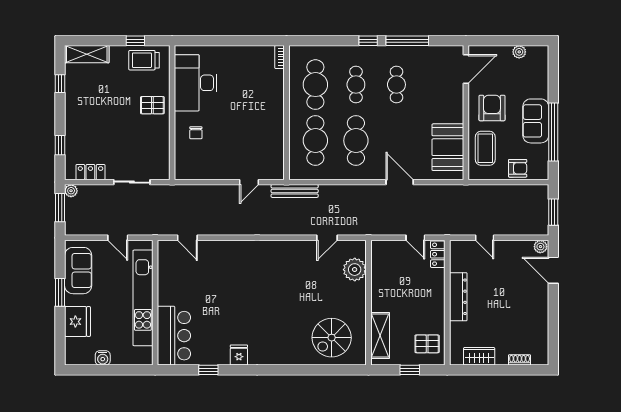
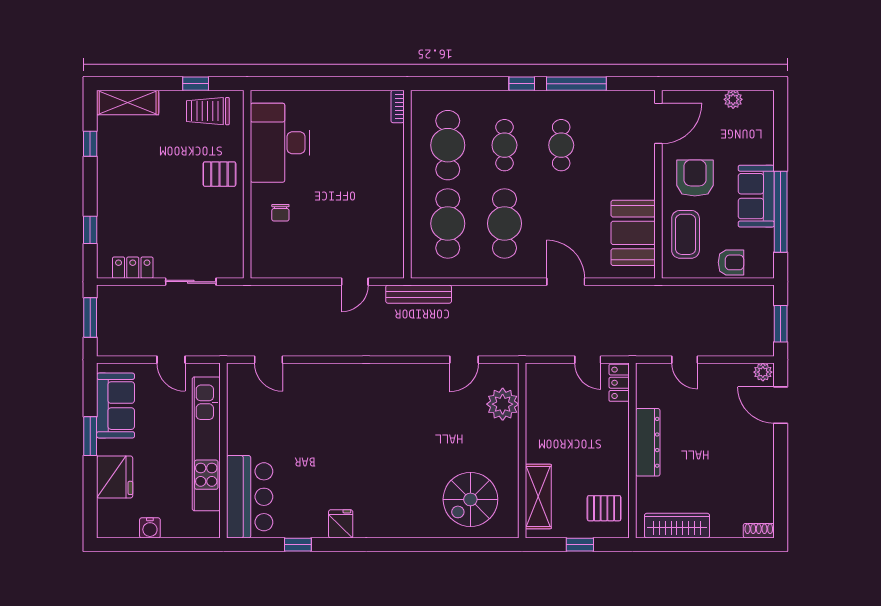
plant: (71, 191) -> (106, 294), removed
wardrobe: (479, 356) -> (677, 526), width x1.50
shoe rack: (520, 360) -> (759, 531), moved

